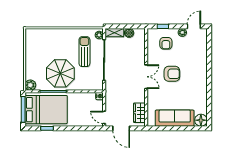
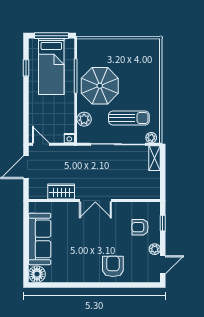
door: (194, 26) -> (163, 265), hinge flipped
boiler: (129, 33) -> (154, 178), removed
armchair: (172, 74) -> (113, 266), moved, turned 180
plant: (30, 85) -> (84, 119), moved
bed: (46, 110) -> (51, 67), width x0.67
wardrobe: (139, 113) -> (61, 192), moved
door: (104, 117) -> (41, 144), hinge flipped

